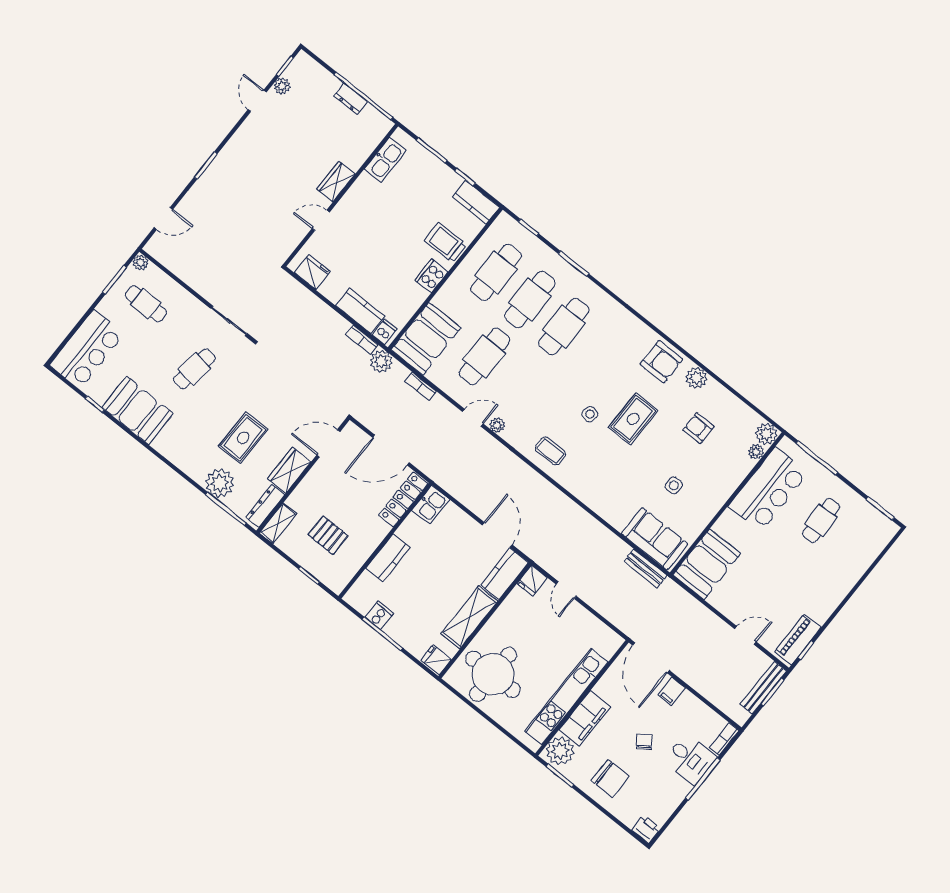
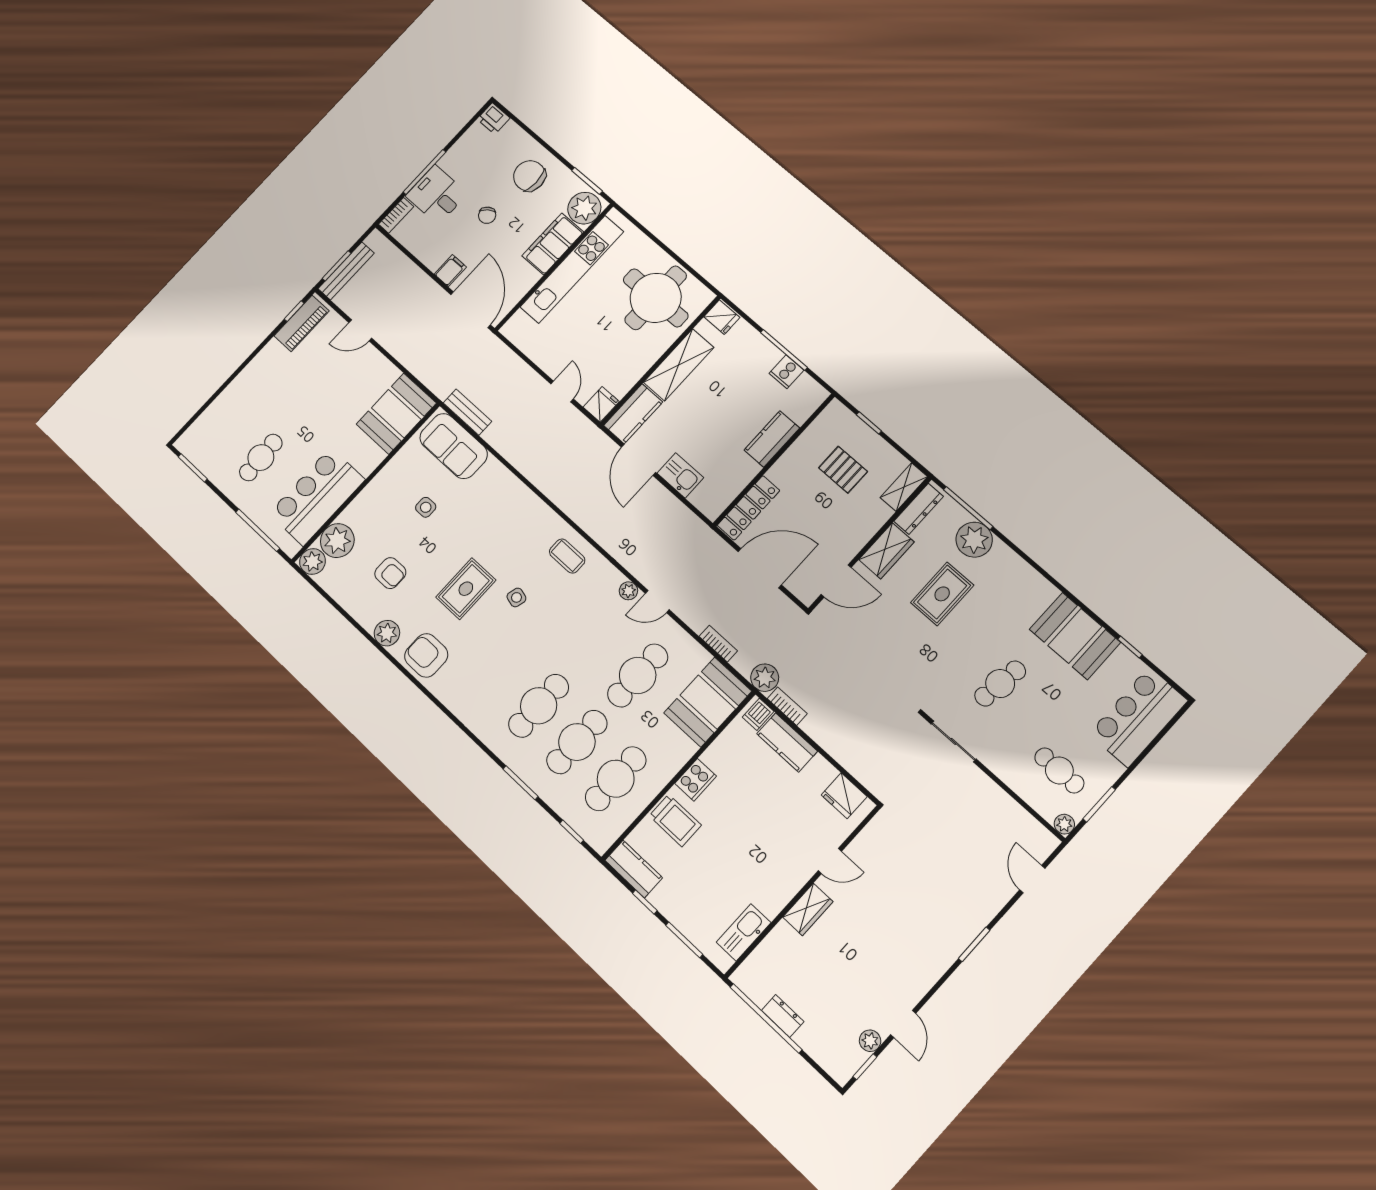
door: (163, 218) -> (1032, 879), hinge flipped
plant: (756, 452) -> (337, 541), width x1.88, depth x1.88
kitchen sink: (431, 505) -> (680, 475), moved, turned 90

